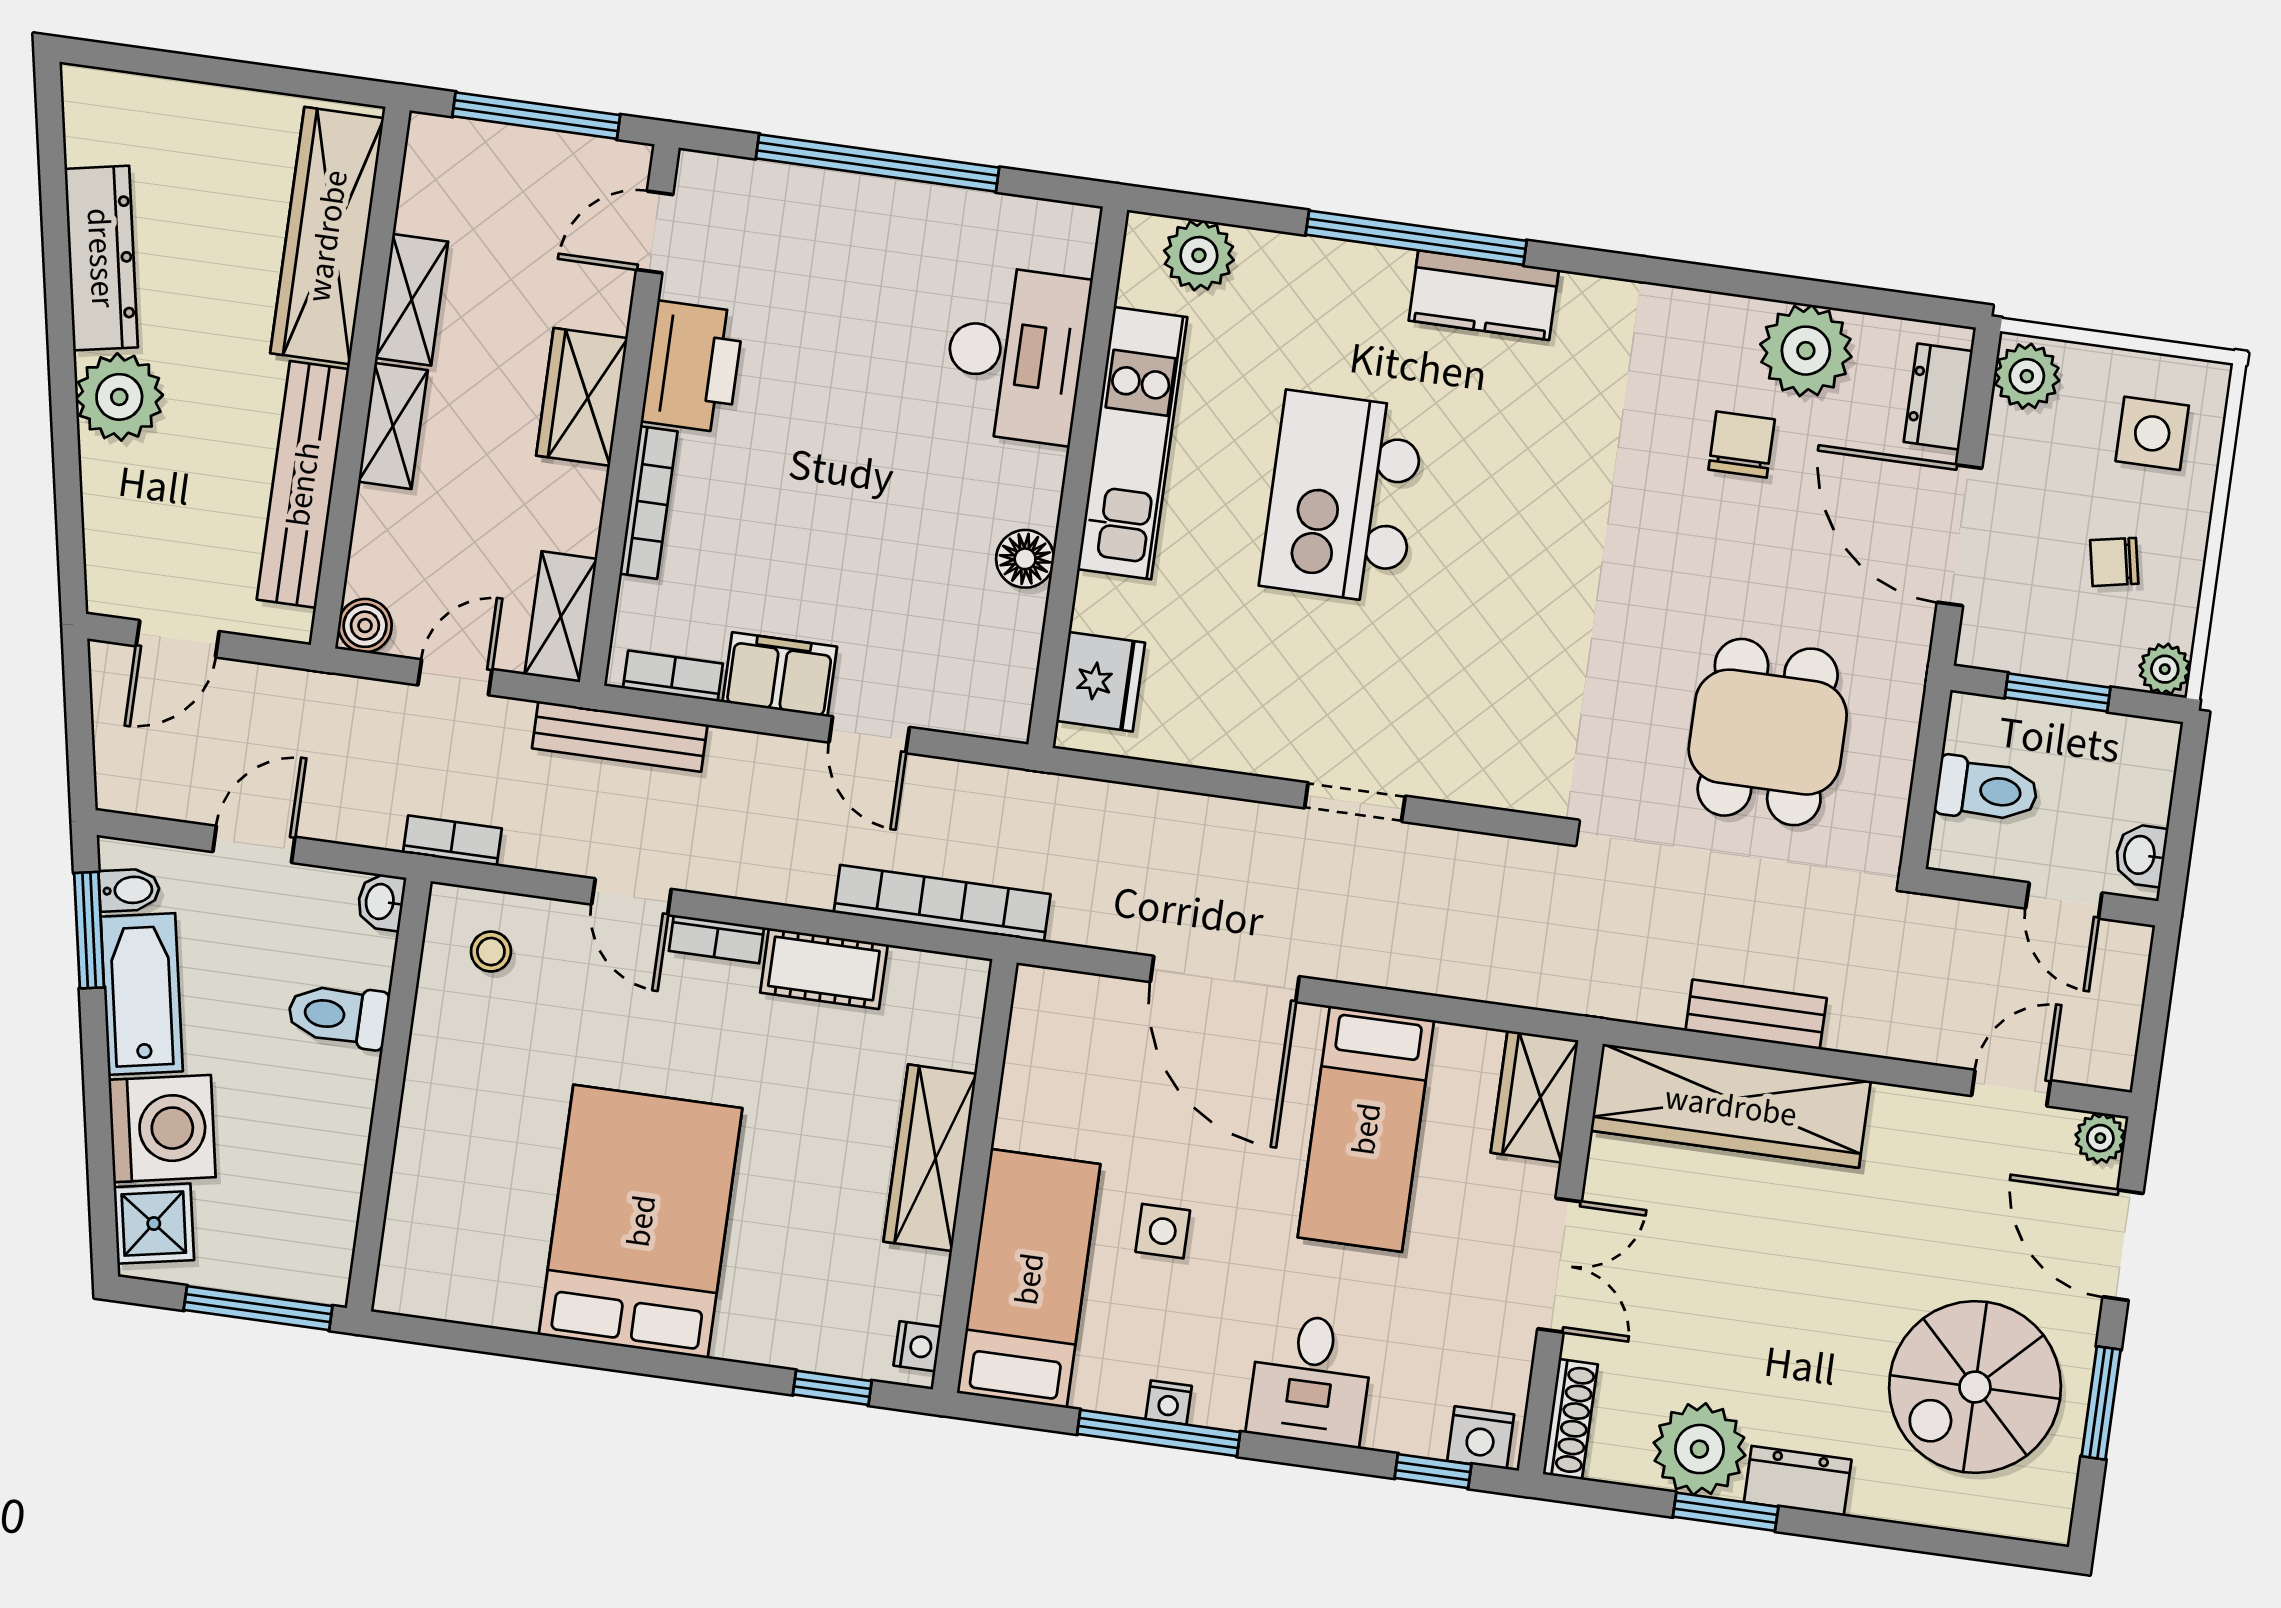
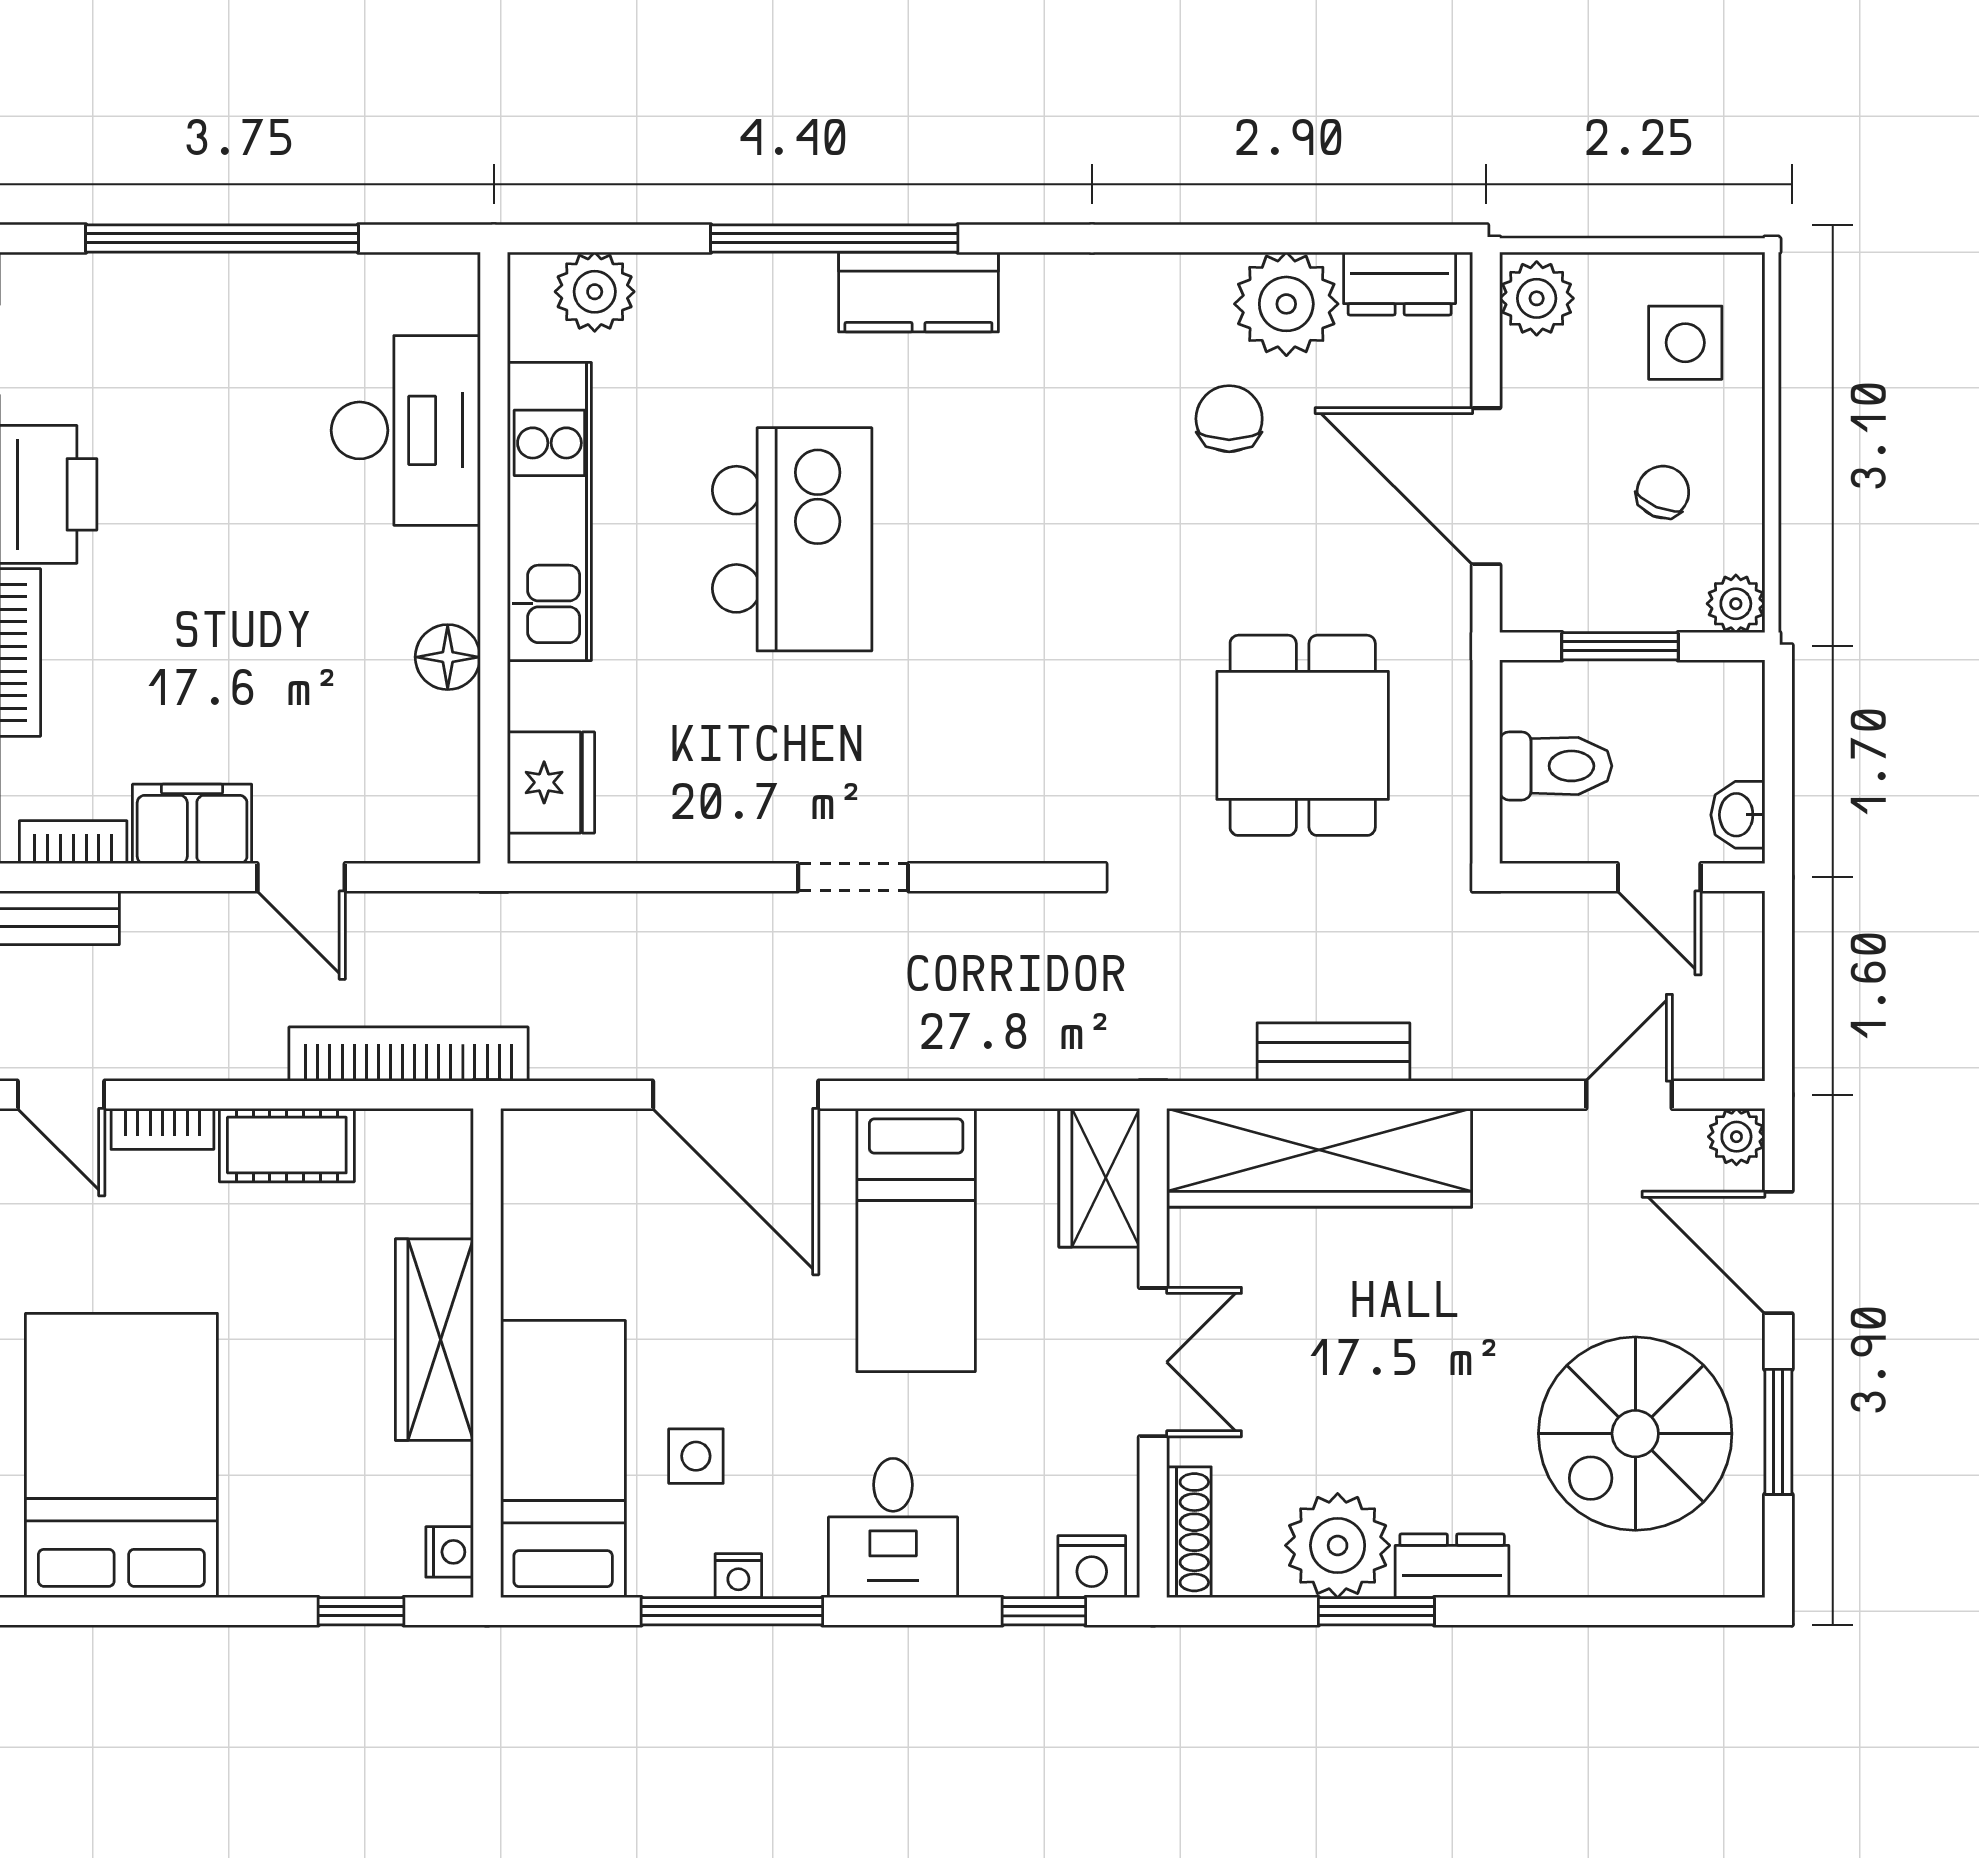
dresser: (1938, 397) -> (1400, 284), moved, turned -90
kitchen island: (1342, 497) -> (792, 539), turned 180
chair: (2114, 562) -> (1663, 492), turned 124
side table: (1163, 1231) -> (696, 1456), moved

